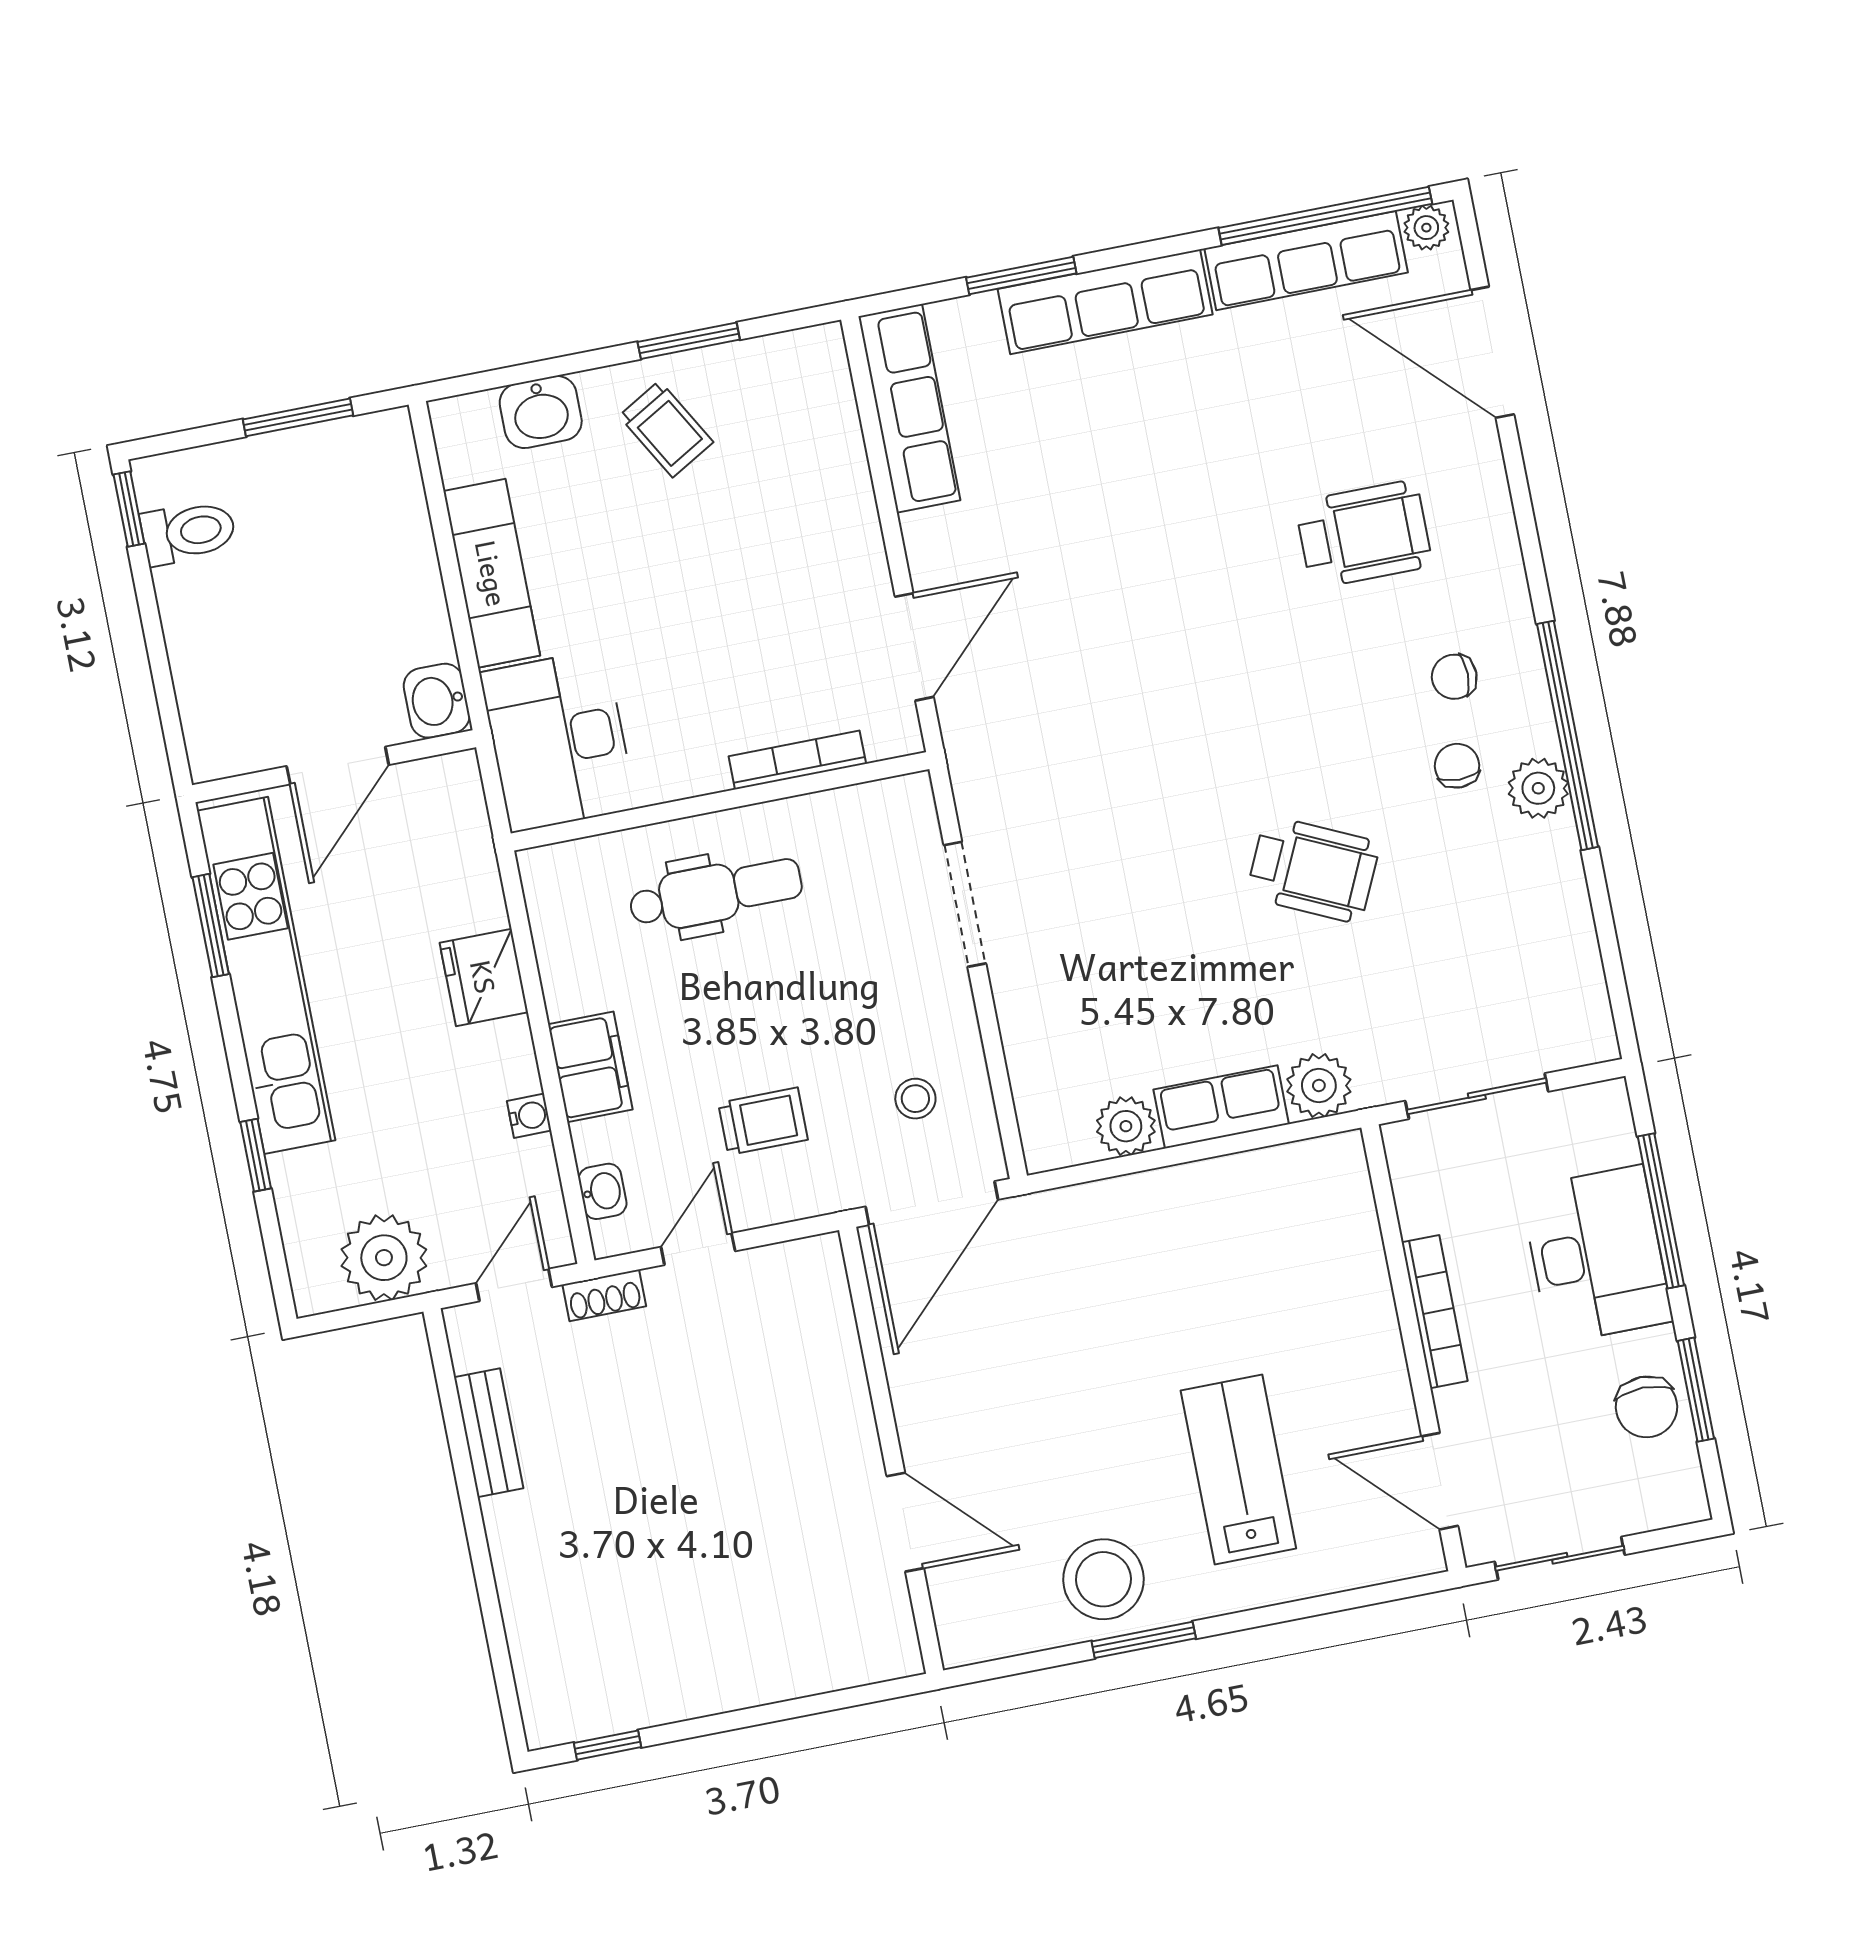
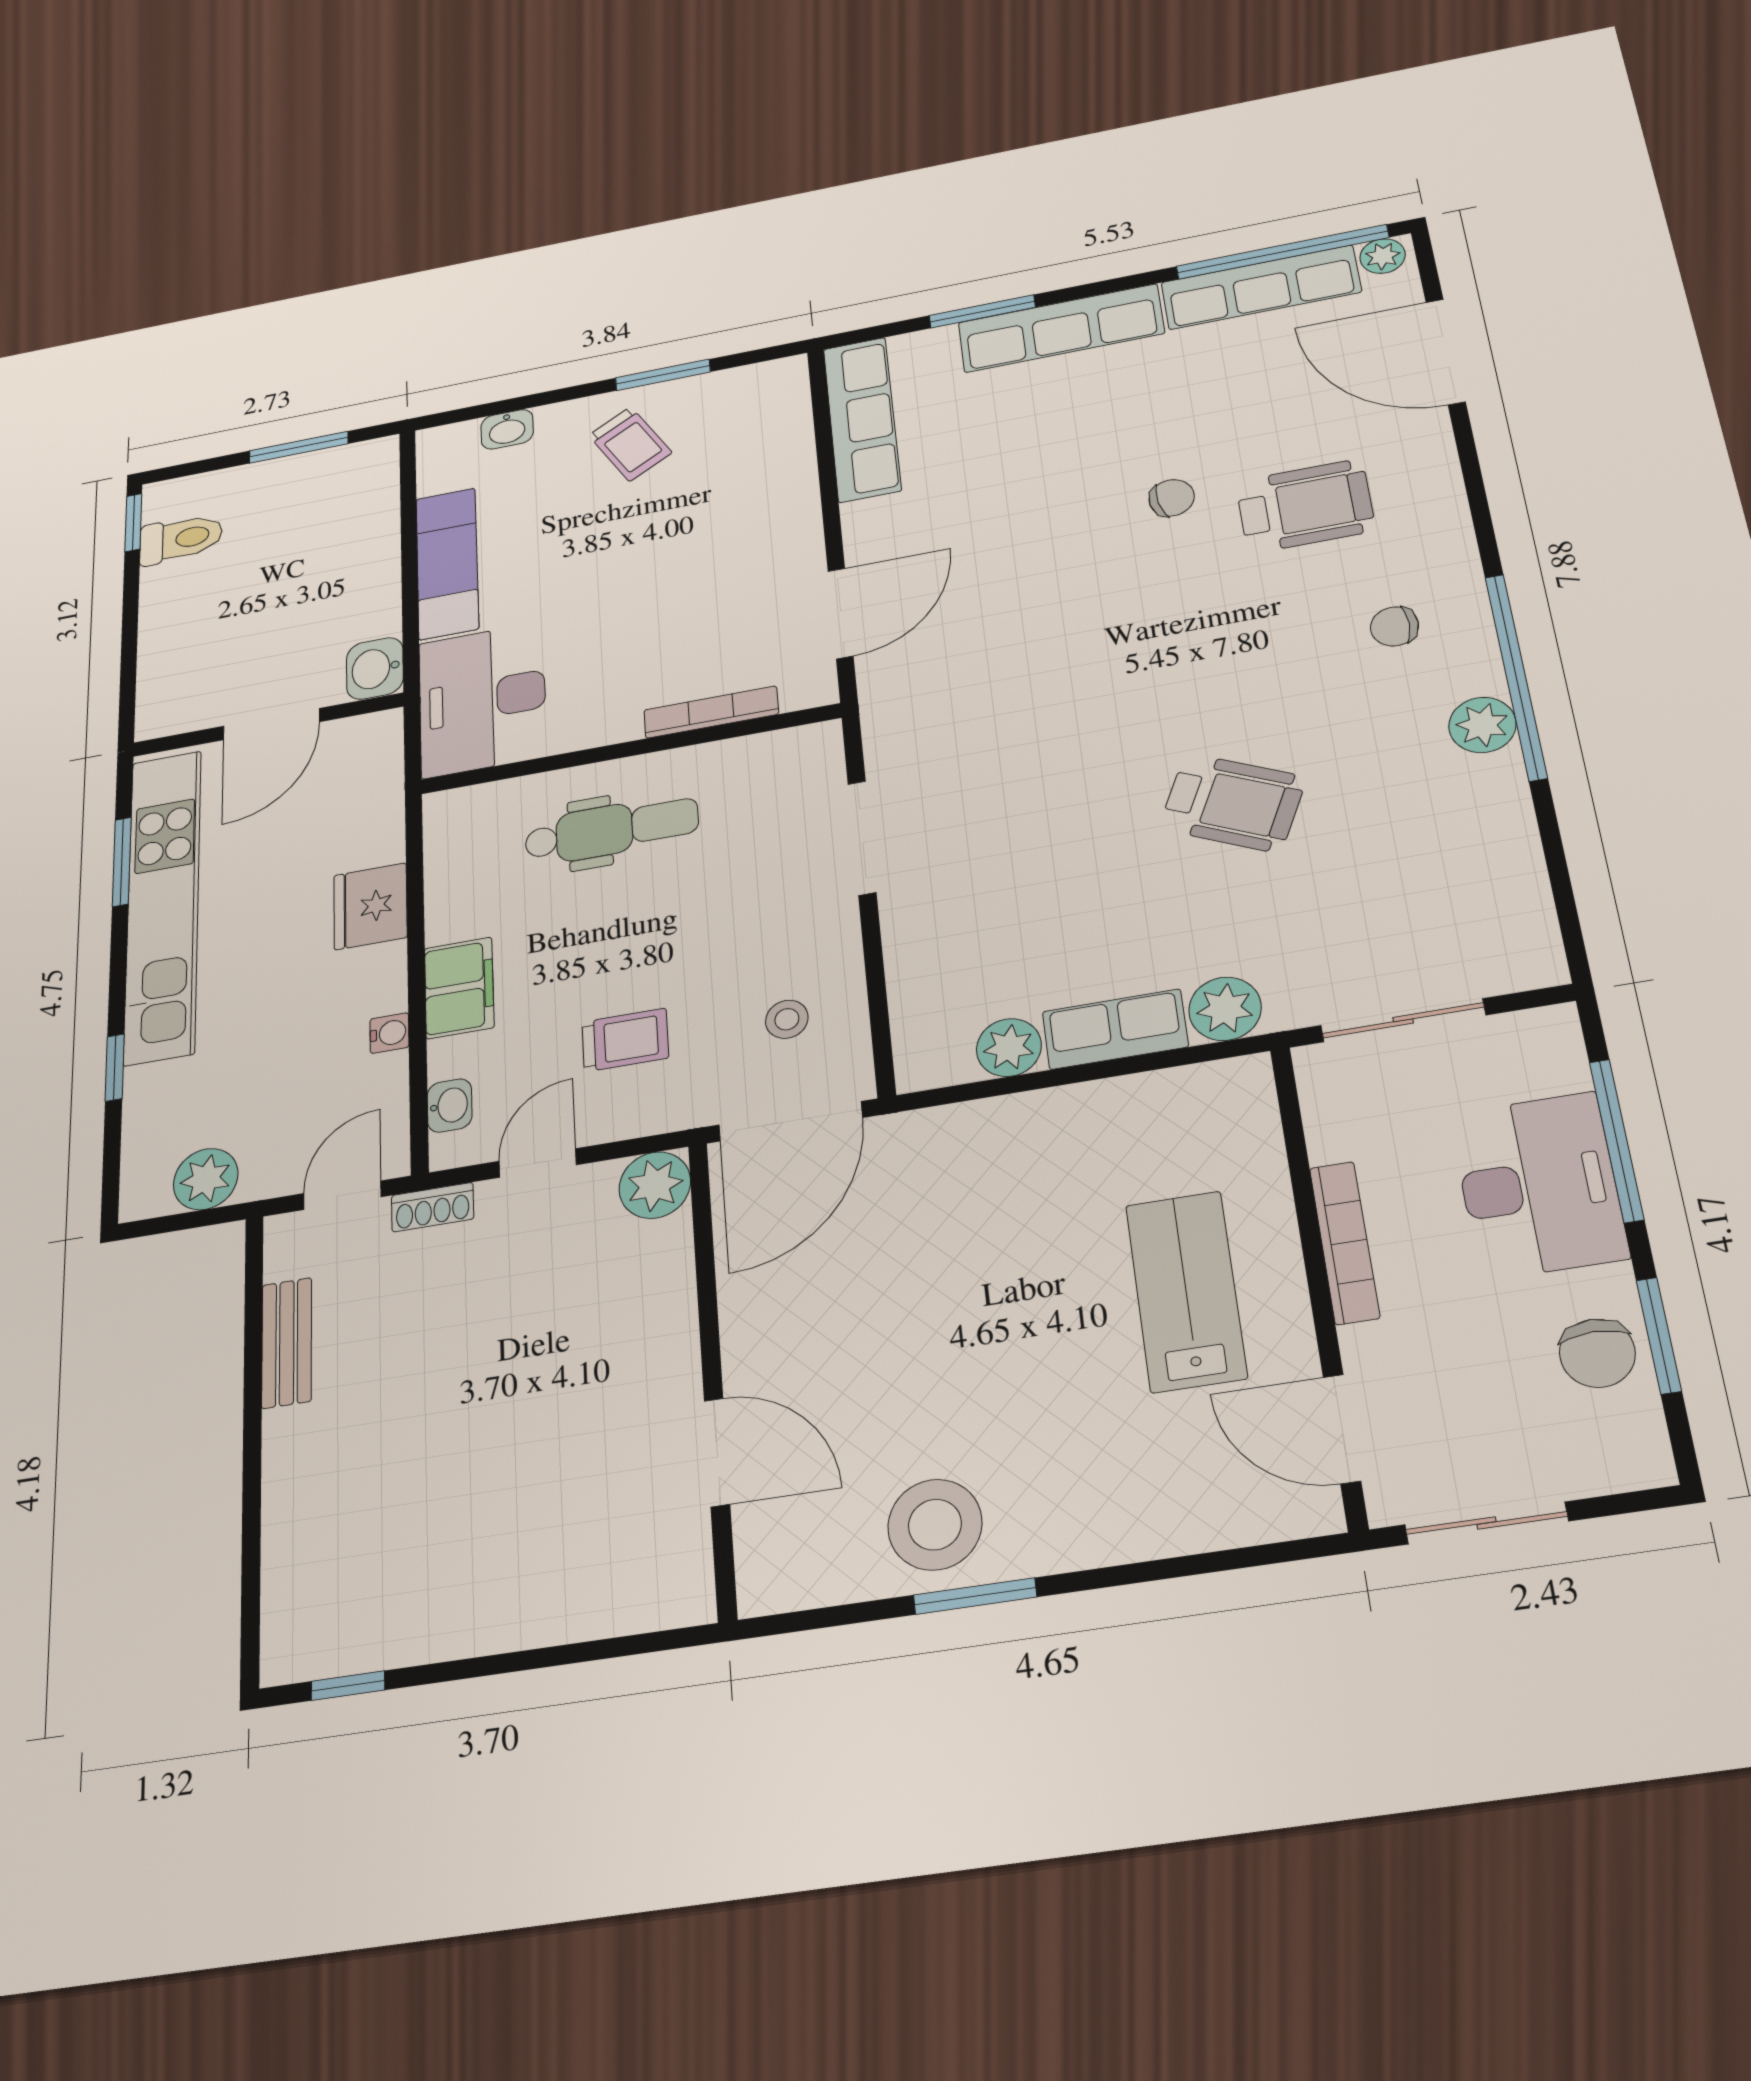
washbasin: (541, 412) -> (507, 429), width x0.72, depth x0.69
chair: (1457, 766) -> (1172, 498), moved, turned 80
plant: (384, 1258) -> (206, 1179), width x0.73, depth x0.73
plant: (813, 1269) -> (655, 1185), added
lab bench: (1238, 1469) -> (1186, 1291), moved

